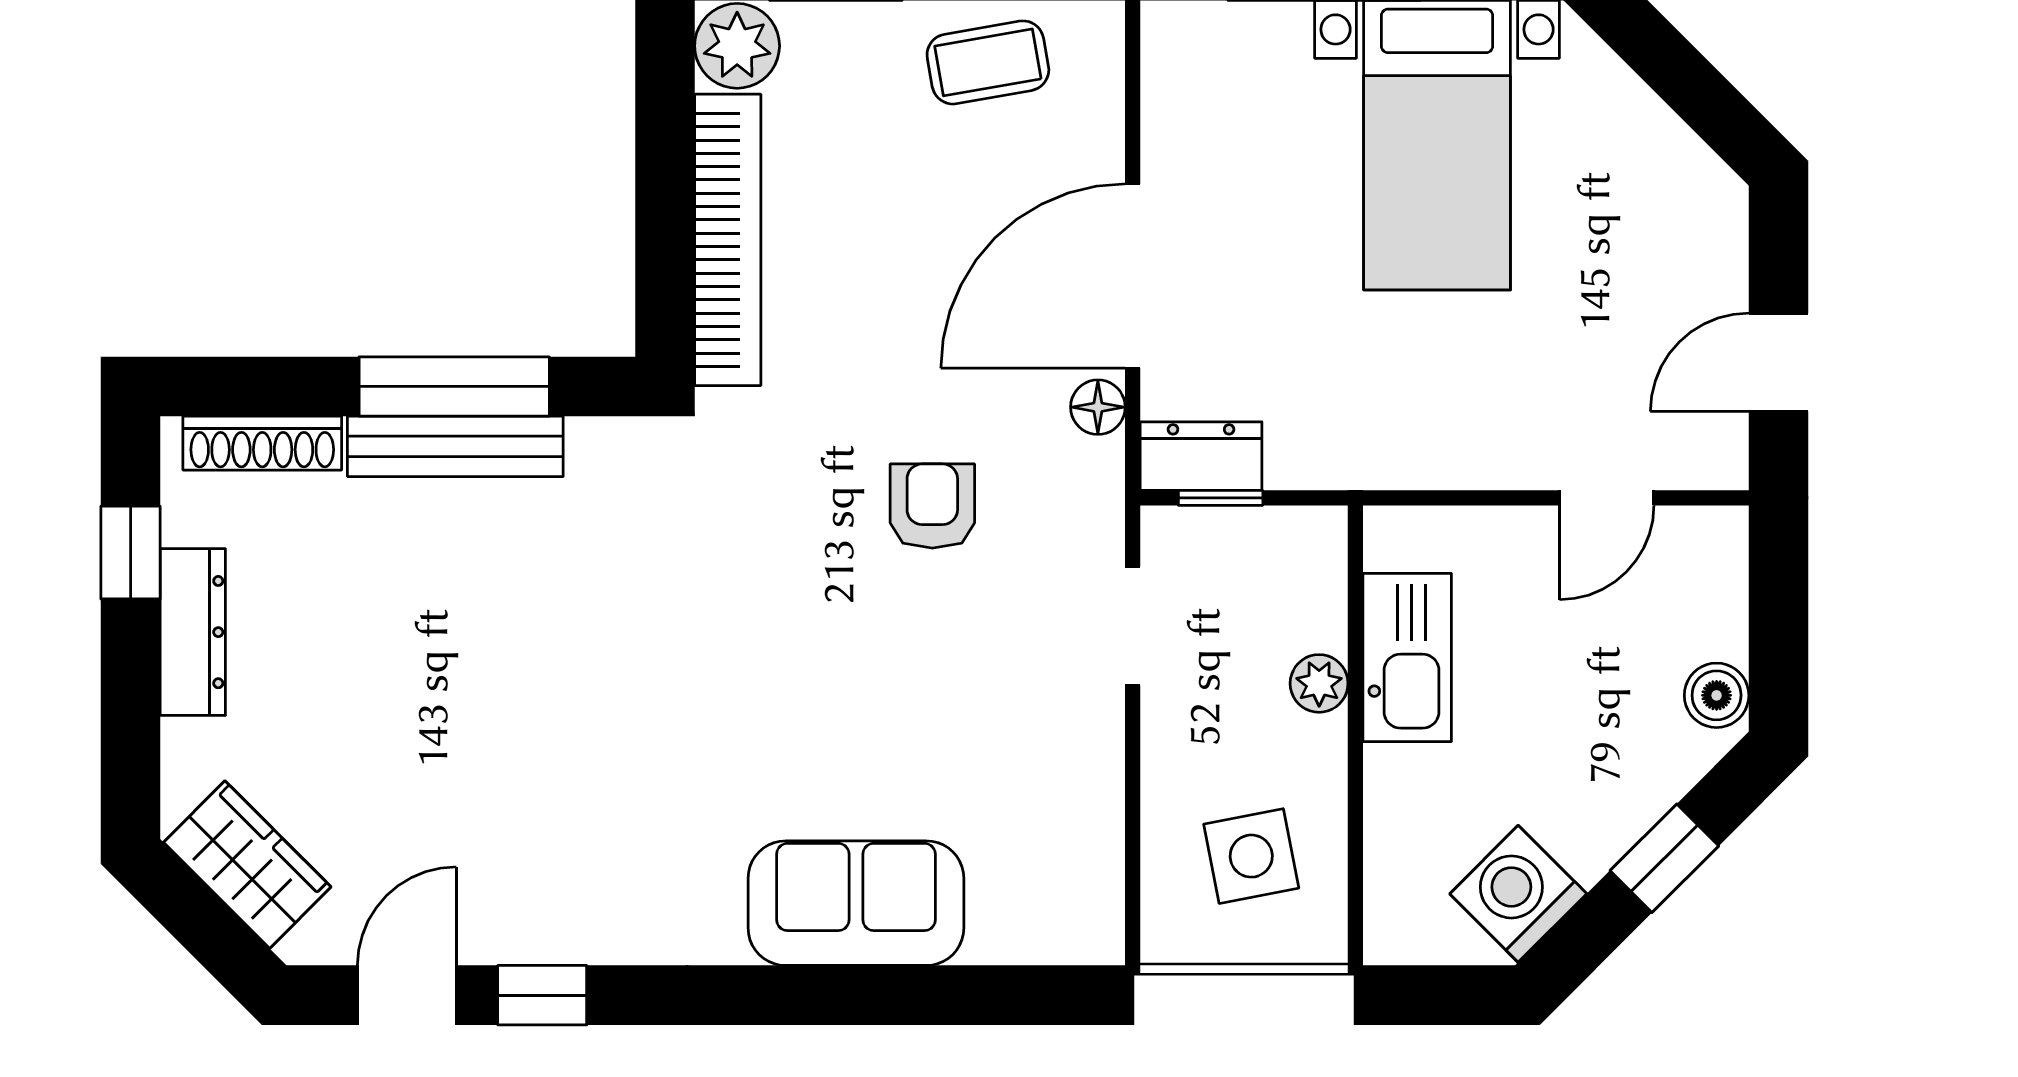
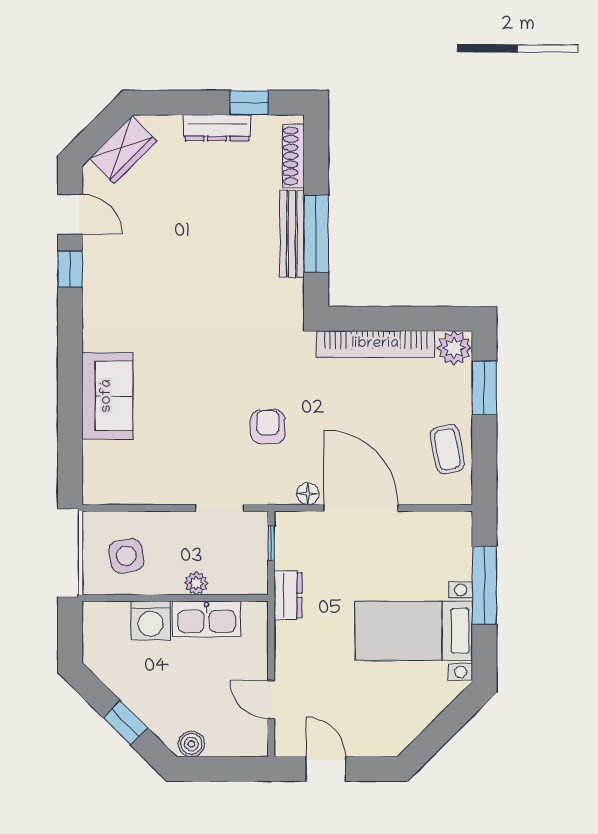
dresser: (1201, 456) -> (288, 595), moved
armchair: (932, 506) -> (268, 427), turned -90
washing machine: (1518, 894) -> (151, 620), moved, turned 135

